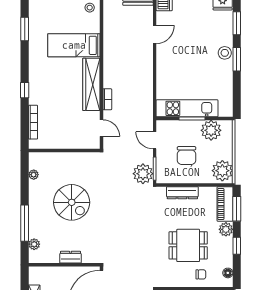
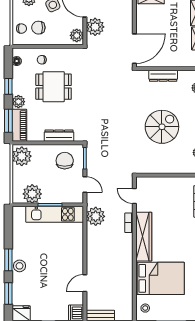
bed: (74, 45) -> (160, 278), width x1.50
chair: (187, 156) -> (65, 161), moved
plant: (143, 174) -> (96, 216), moved
spiral stairs: (72, 202) -> (162, 127), turned 90
dresser: (70, 257) -> (163, 76), width x1.44

